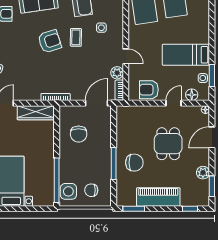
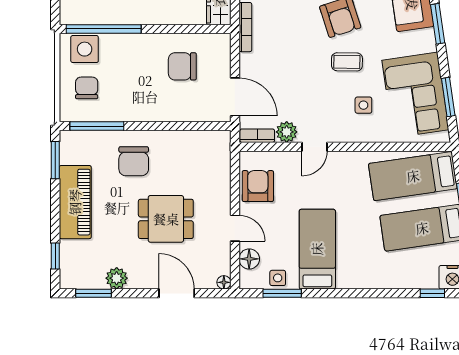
window: (114, 163) -> (97, 126), moved

